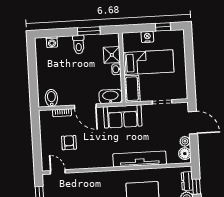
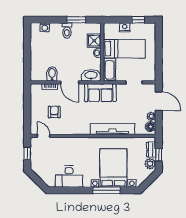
bidet: (51, 98) -> (52, 74), moved

